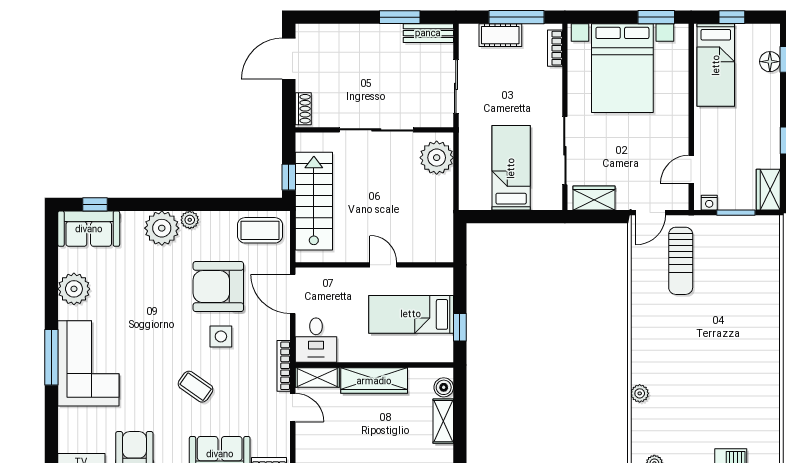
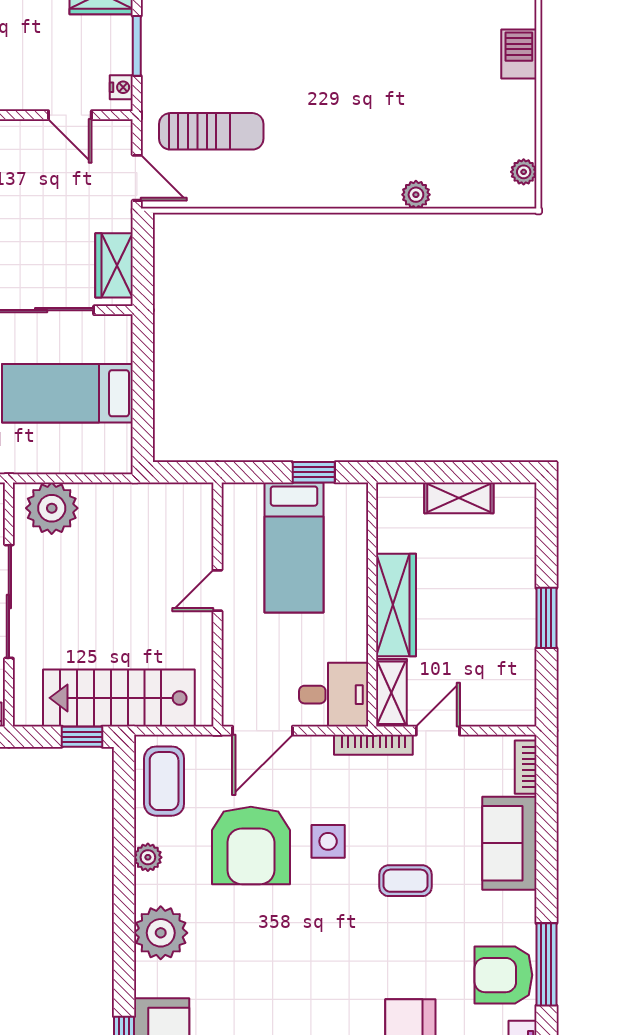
plant: (190, 220) -> (148, 857), moved
coffee table: (196, 387) -> (406, 881), turned 55
boiler: (444, 387) -> (407, 497), removed

